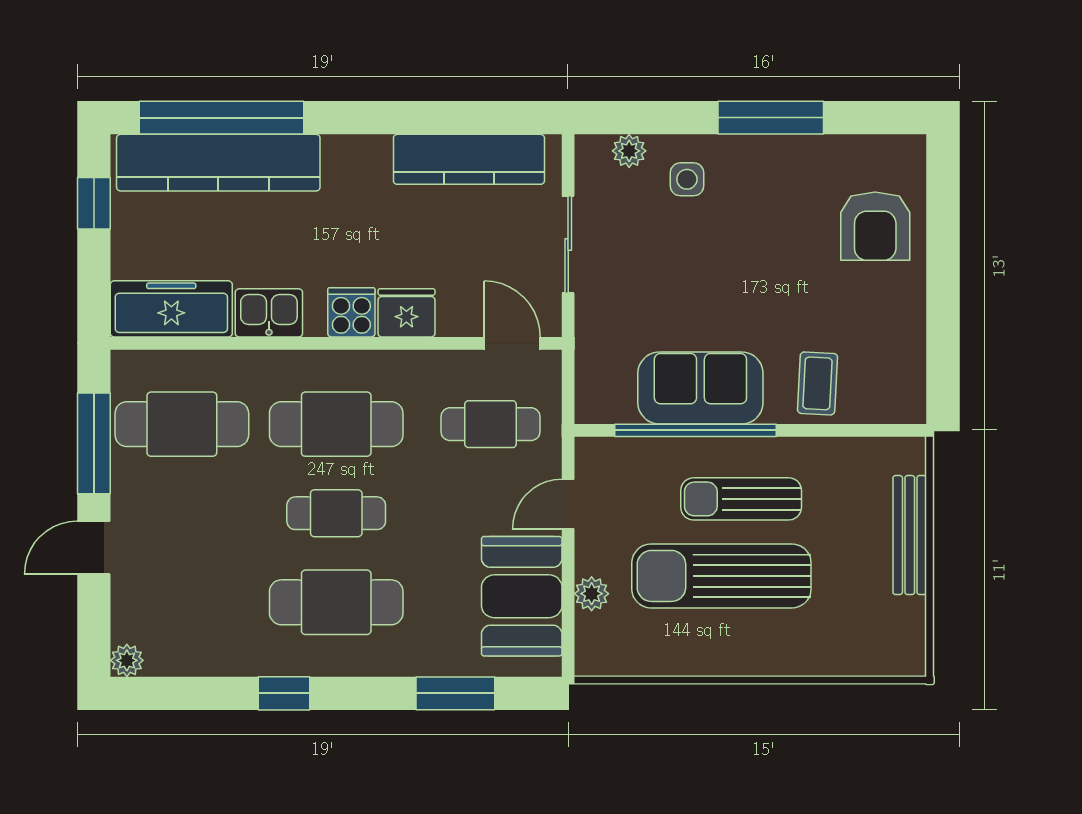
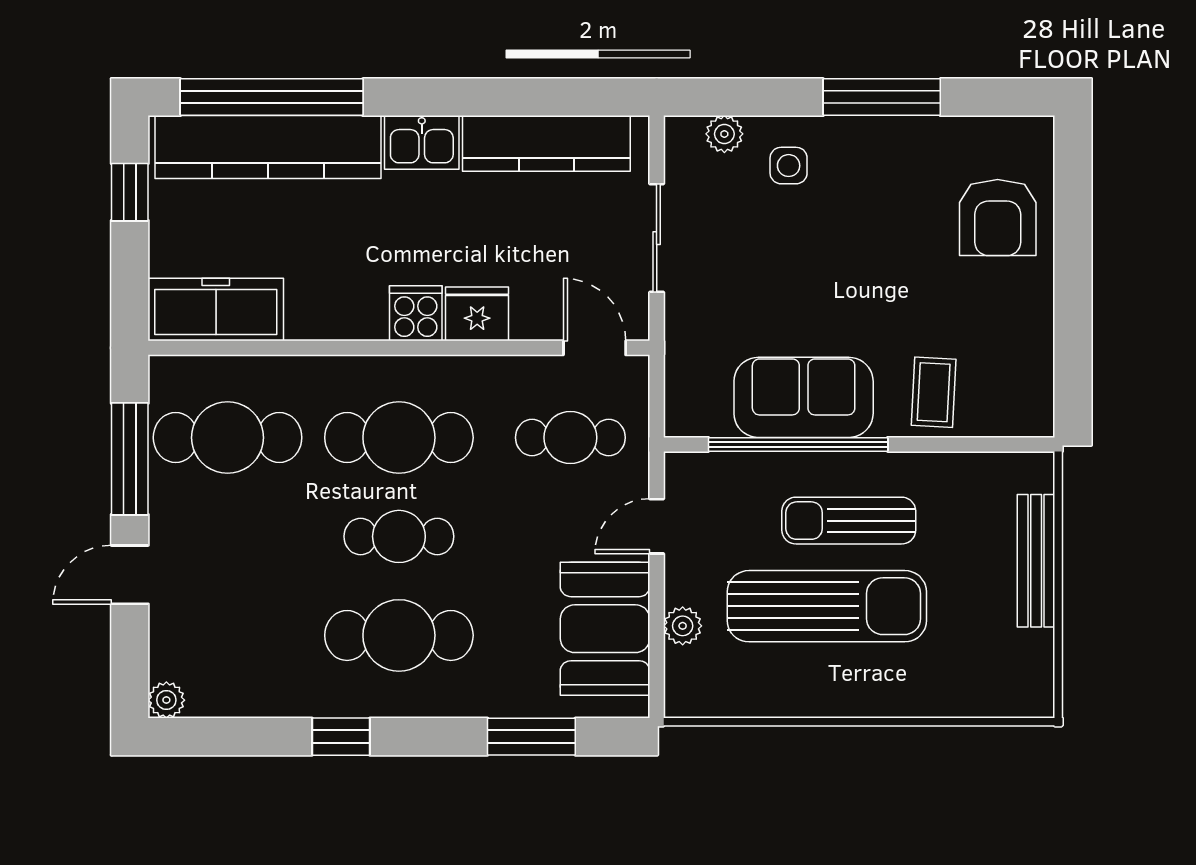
kitchen sink: (269, 313) -> (422, 142), moved, turned 180
sun lounger: (721, 576) -> (827, 606), turned 180

